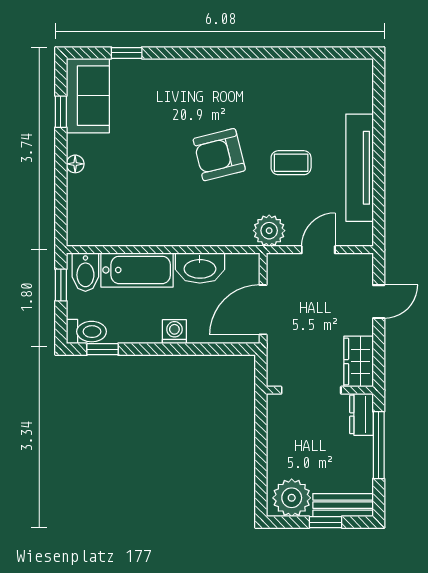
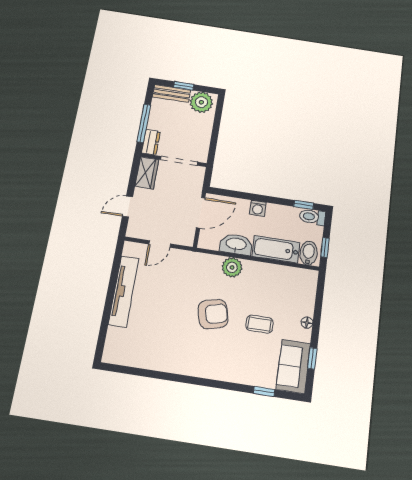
coffee table: (291, 163) -> (259, 324), moved
plant: (269, 231) -> (232, 267), moved

